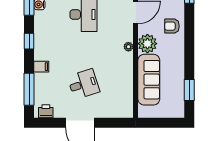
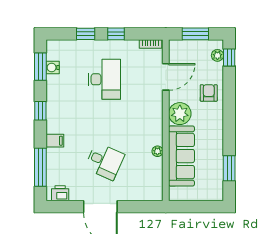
armchair: (172, 26) -> (209, 93), turned 90
plant: (128, 47) -> (157, 151), moved
desk: (84, 84) -> (105, 161), turned 42

